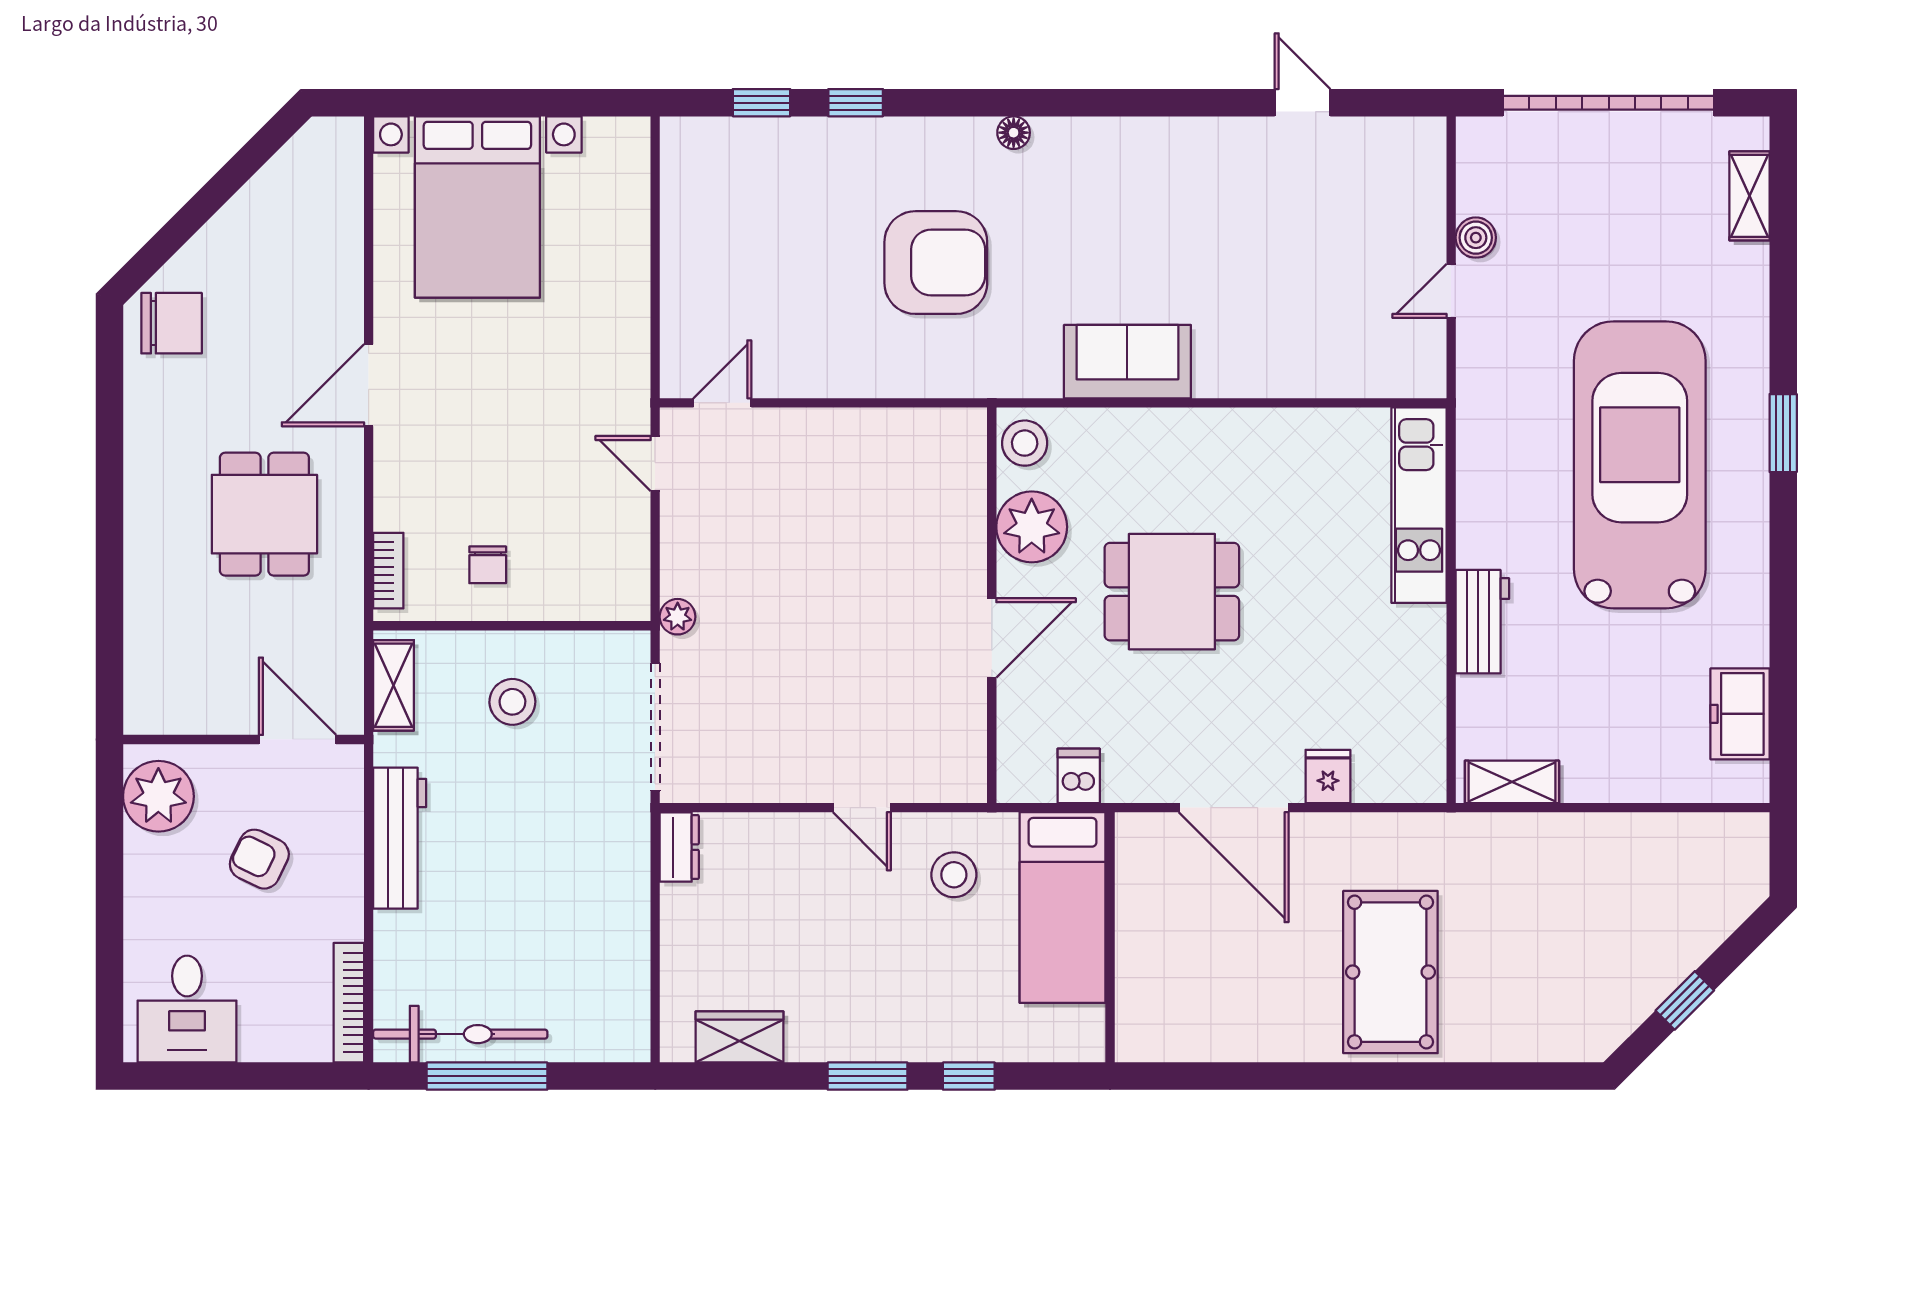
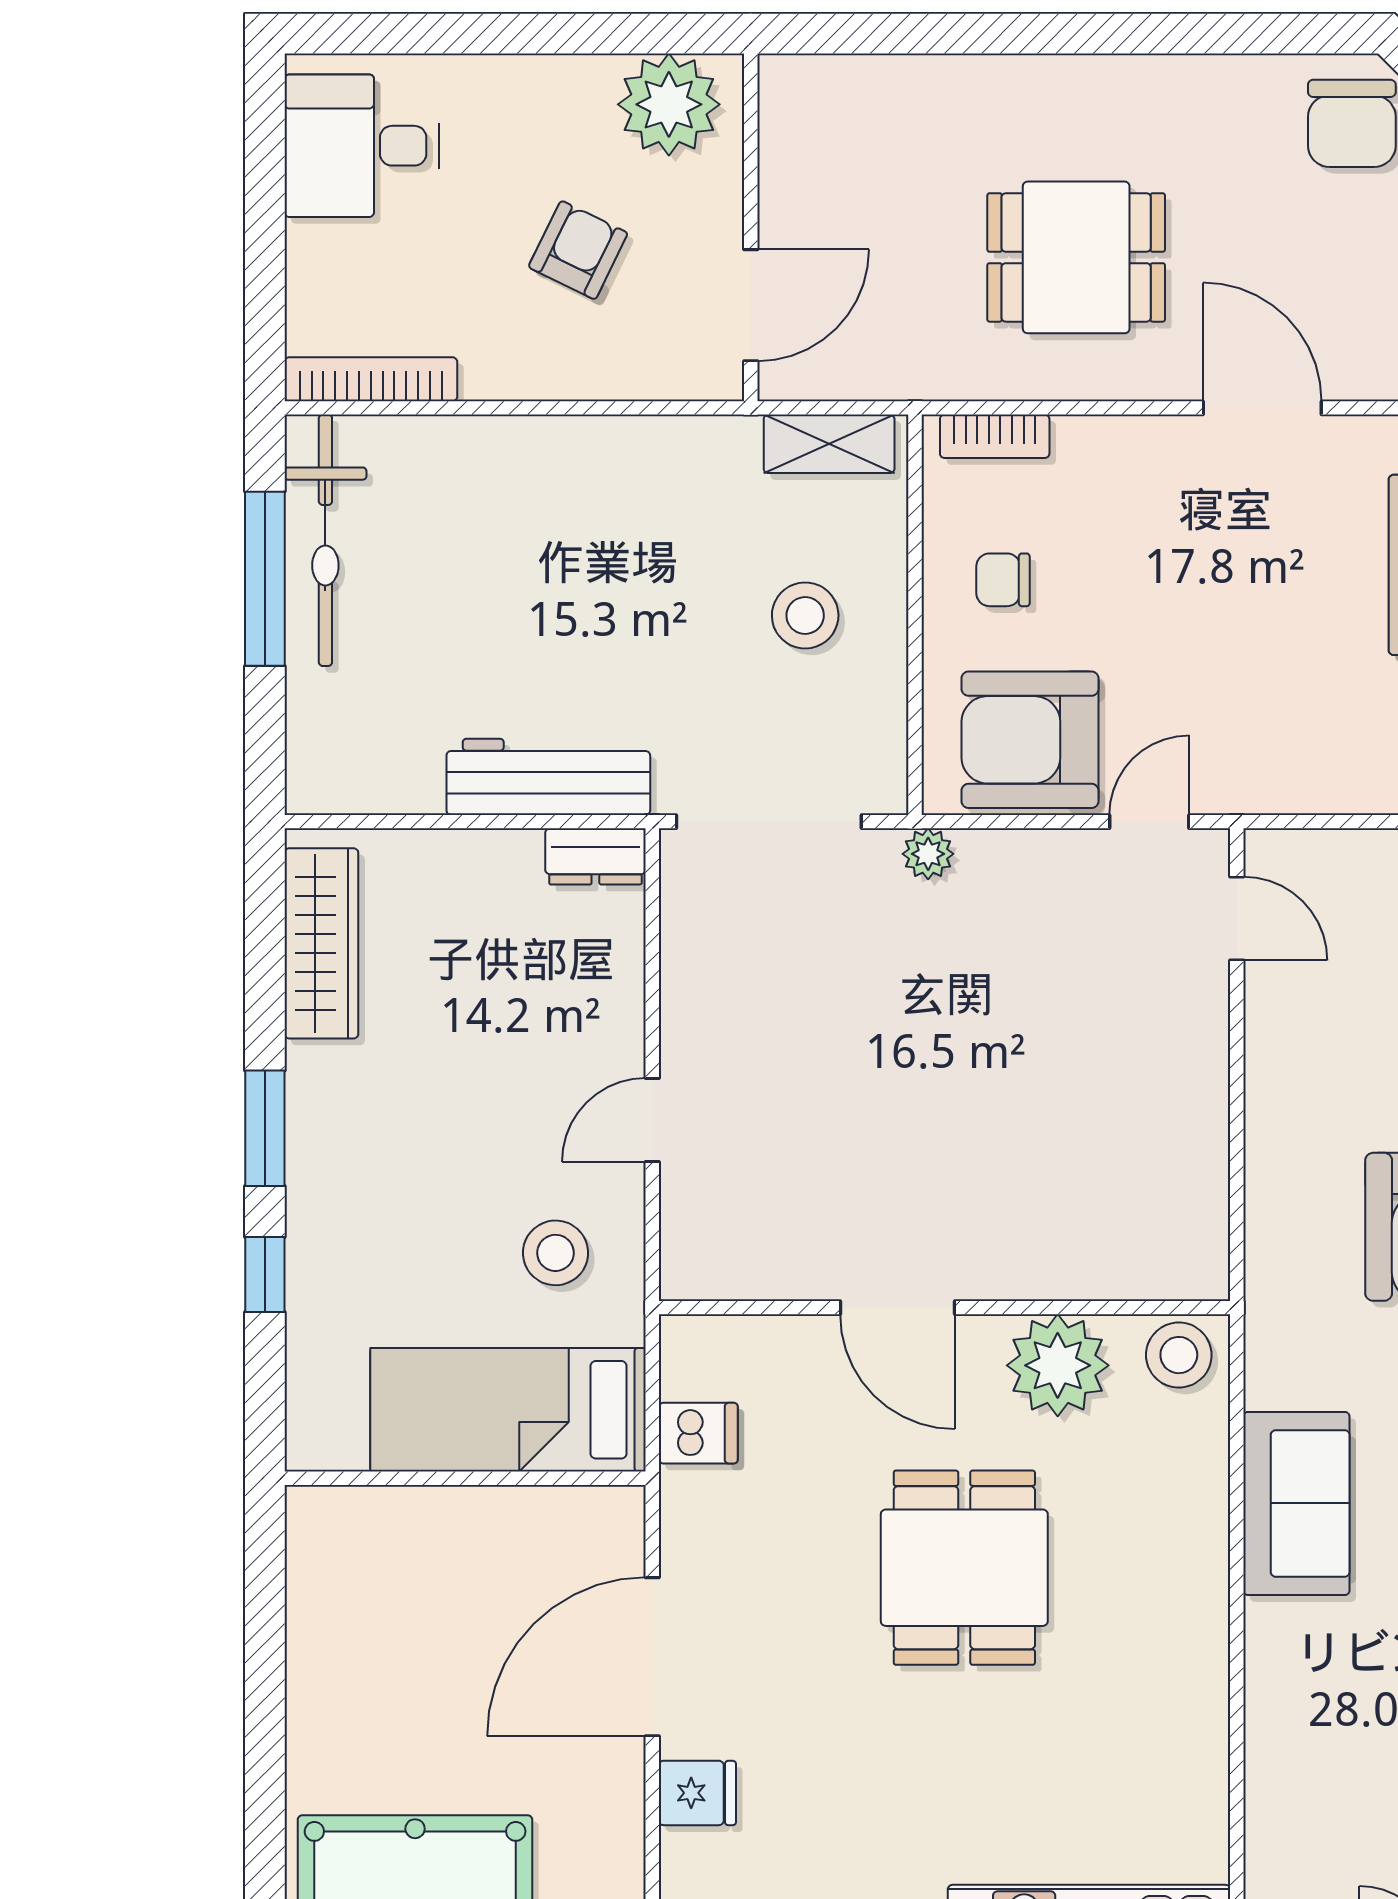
armchair: (598, 546) -> (1030, 740), added
workbench: (400, 838) -> (548, 777), moved, turned 180
wardrobe: (739, 1037) -> (321, 943), width x1.50

